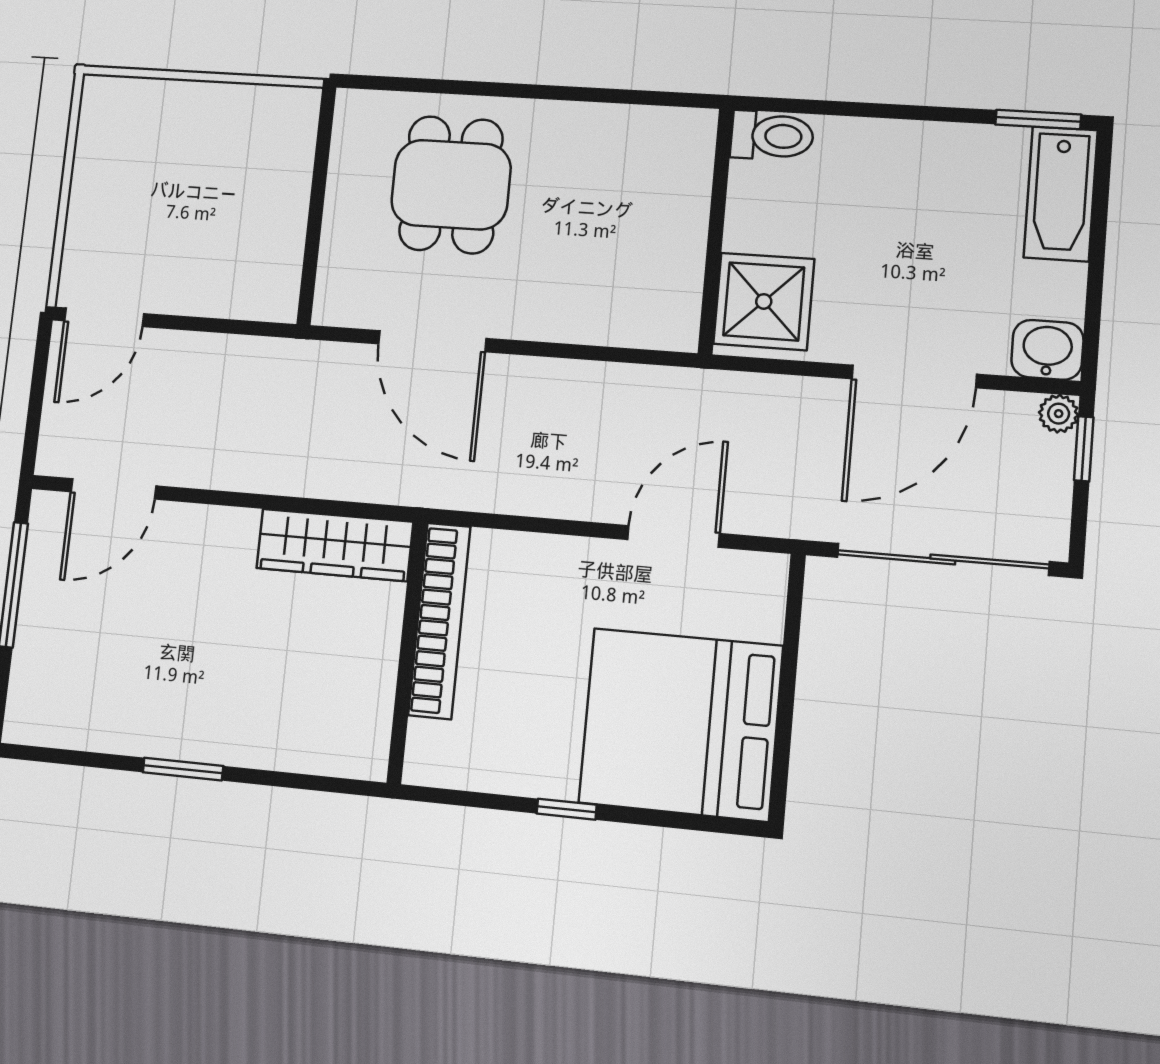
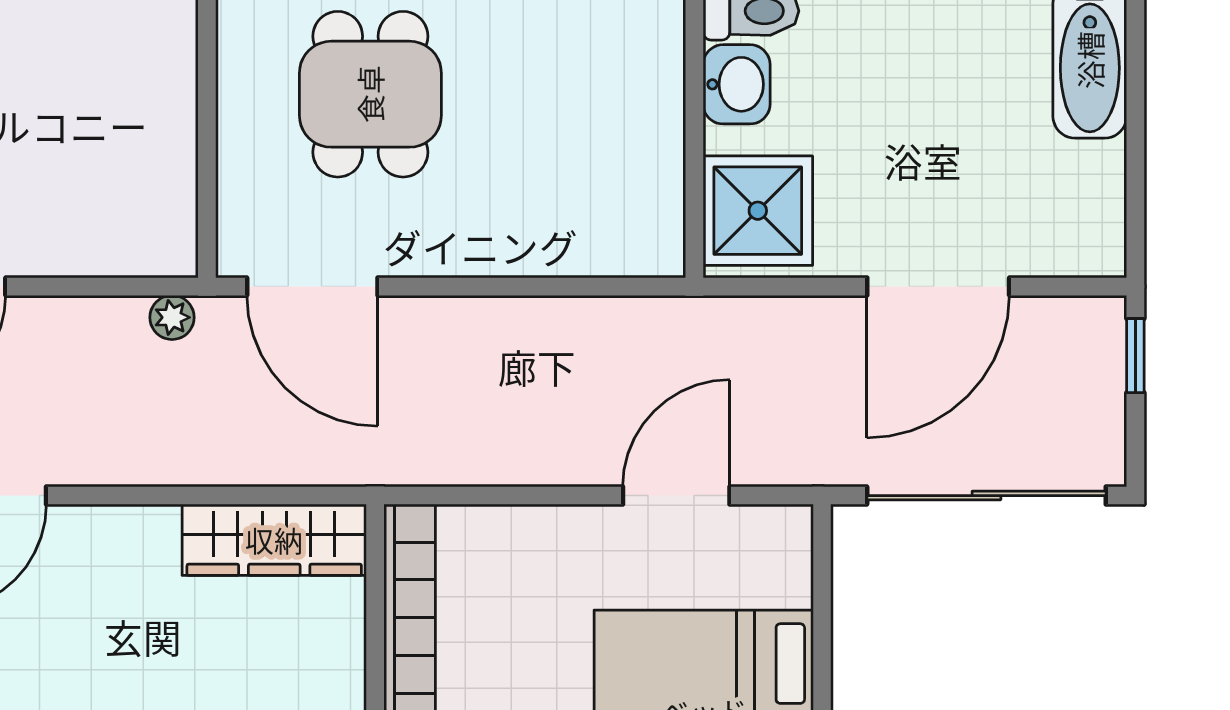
door: (432, 341) -> (312, 287), moved
washbasin: (1047, 350) -> (737, 84), moved, turned 90
plant: (1059, 414) -> (172, 317), moved

